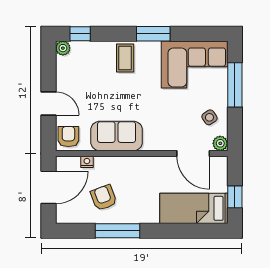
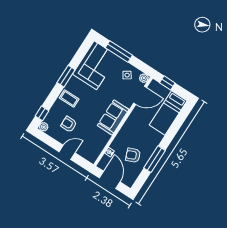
sofa: (117, 136) -> (113, 117), moved
armchair: (68, 137) -> (69, 124), moved
window: (235, 197) -> (167, 83), moved

